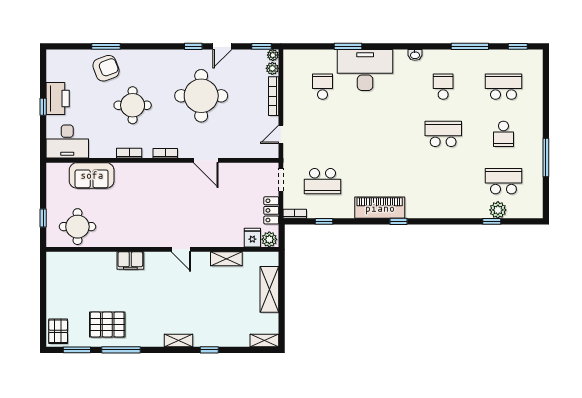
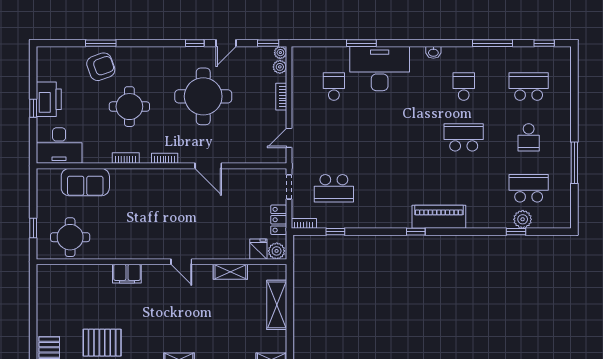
bookcase: (274, 96) -> (281, 97), width x0.64
piano: (380, 208) -> (439, 217), moved

